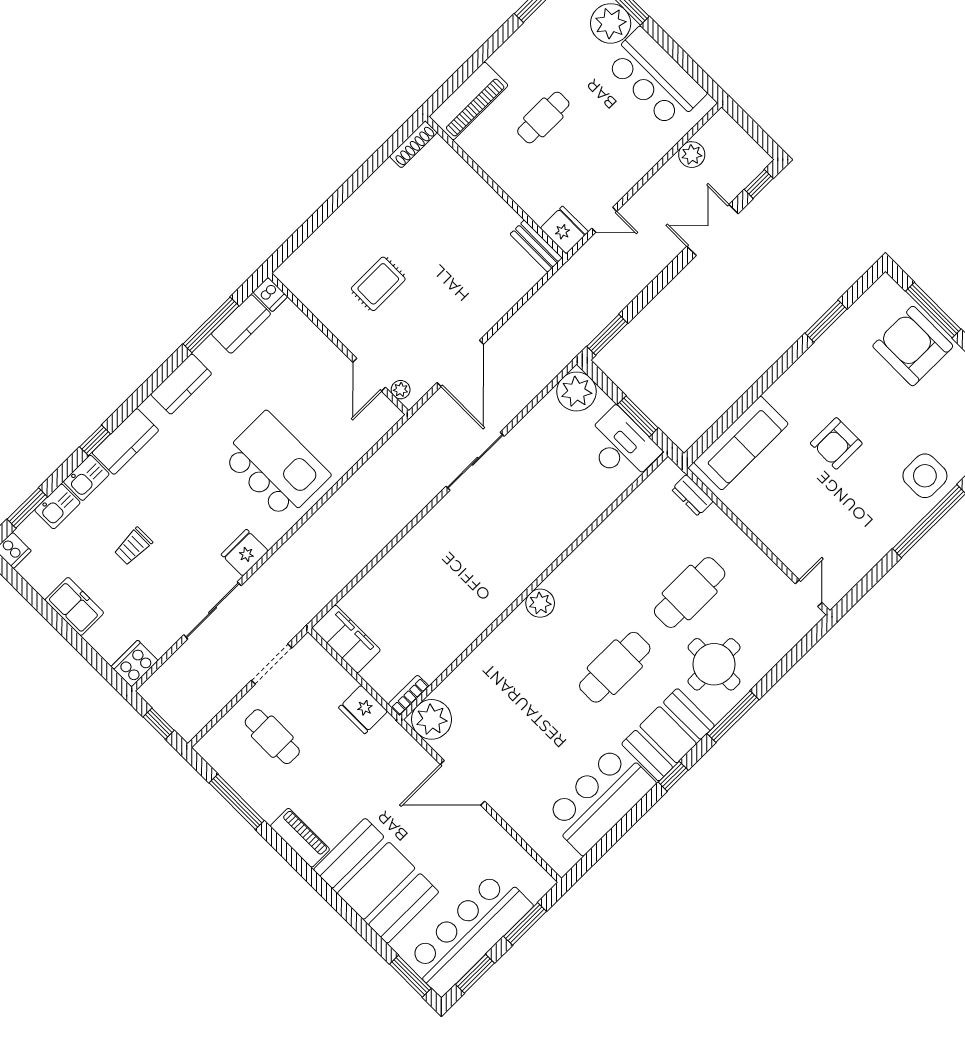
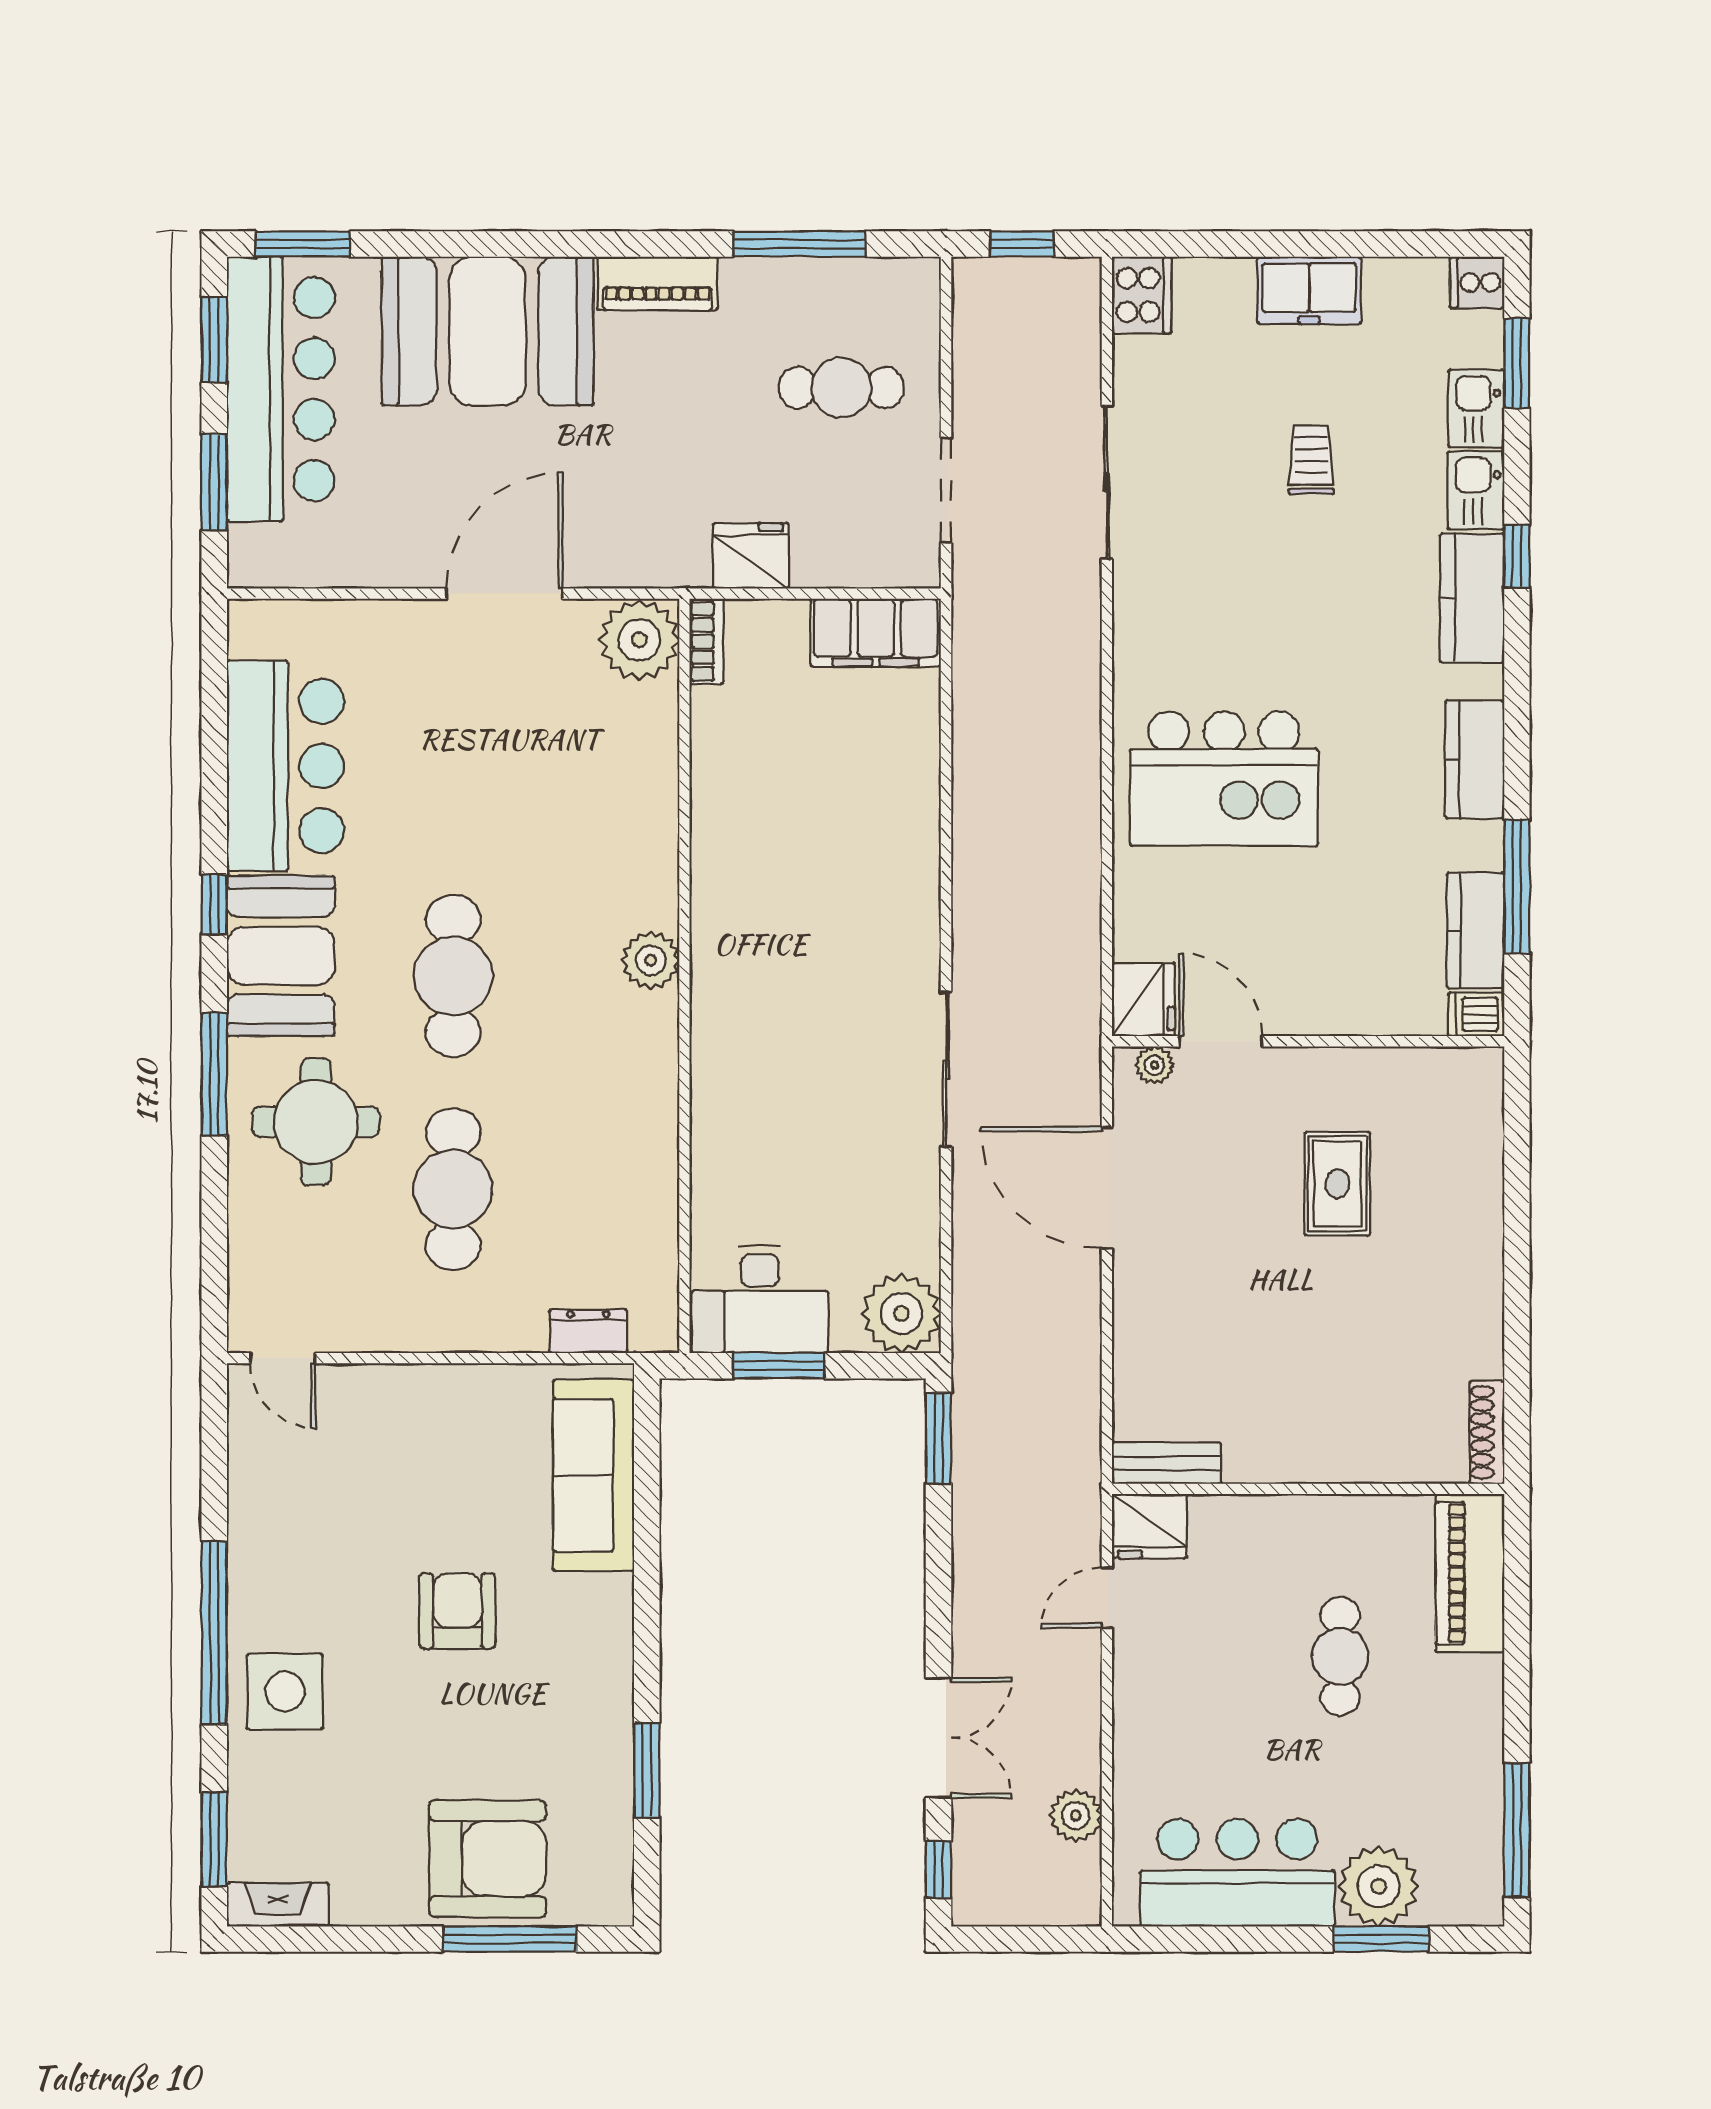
fridge: (245, 553) -> (1144, 1000), moved

